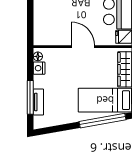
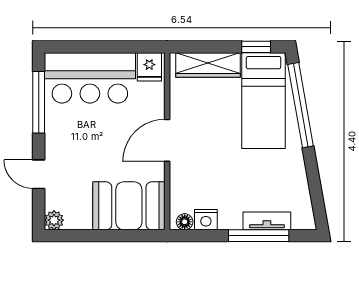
booth: (47, 26) -> (129, 206), added

